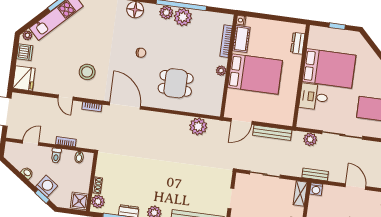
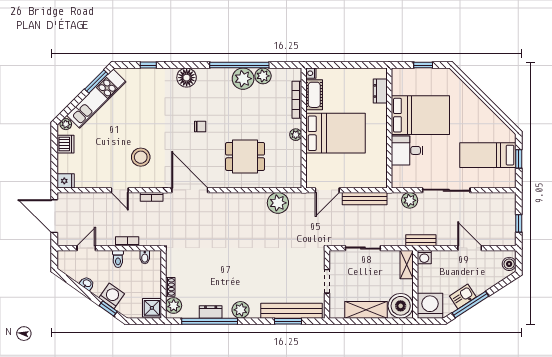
plant: (166, 12) -> (263, 76), moved
fridge: (24, 78) -> (66, 181), width x0.53, depth x0.75

